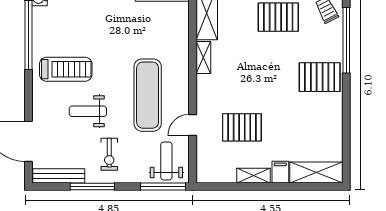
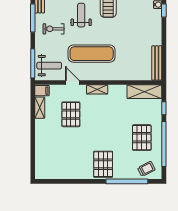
shelving: (203, 57) -> (97, 89), moved
filing cabinet: (280, 172) -> (42, 91), moved
shelving: (316, 172) -> (42, 162), removed
shelving: (253, 176) -> (40, 108), moved

